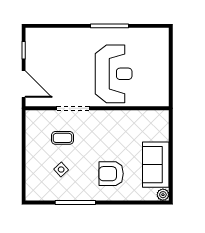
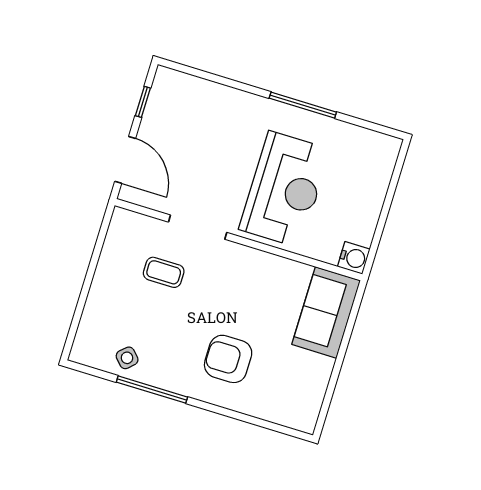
water cooler: (162, 99) -> (354, 258), added
sofa: (156, 165) -> (326, 312), moved
side table: (61, 170) -> (127, 358), moved
plant: (163, 195) -> (306, 422), removed

